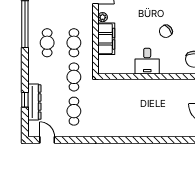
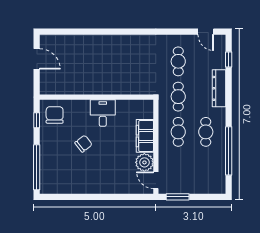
plant: (103, 17) -> (144, 162), width x1.88, depth x1.88
window: (25, 100) -> (229, 59), moved
dresser: (34, 102) -> (219, 88), moved

